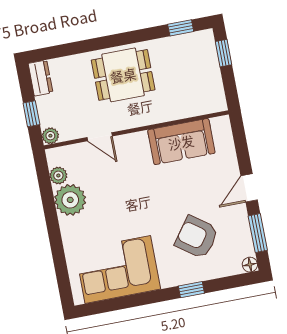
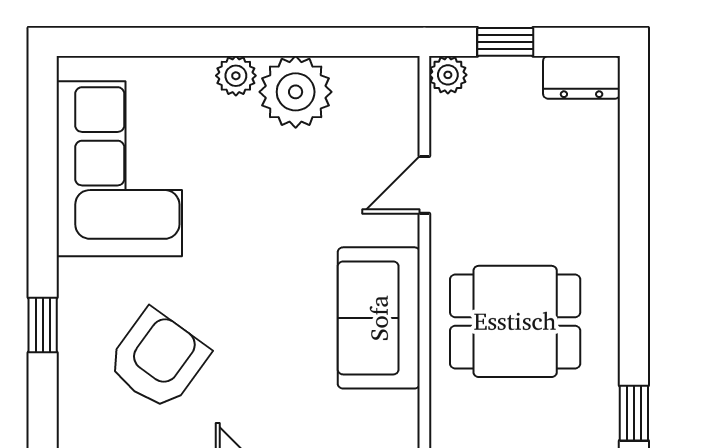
dining table: (123, 75) -> (515, 321), moved, turned 90
sofa: (181, 142) -> (379, 318), moved
plant: (58, 176) -> (236, 76), moved

